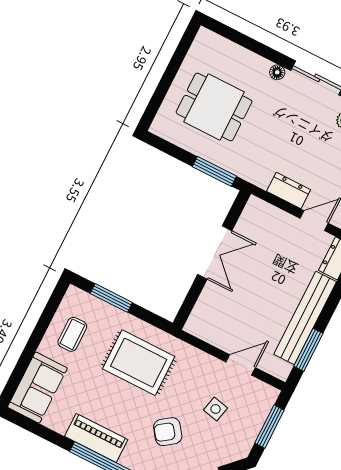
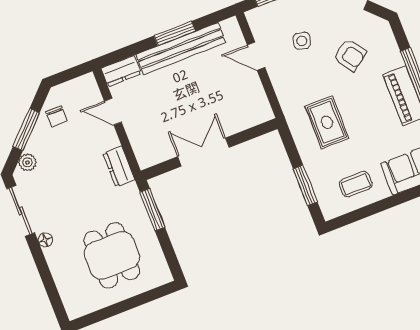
dresser: (289, 190) -> (119, 167), moved
window: (308, 350) -> (175, 33), moved
rug: (139, 363) -> (327, 122), width x0.73, depth x0.70

